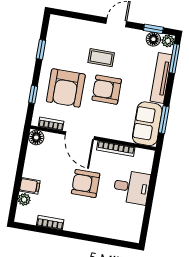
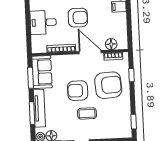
window: (41, 50) -> (134, 122), moved
window: (174, 59) -> (32, 113), moved
armchair: (66, 88) -> (108, 85), turned 86
armchair: (107, 90) -> (78, 91), turned 180
floor lamp: (36, 137) -> (111, 44), moved

